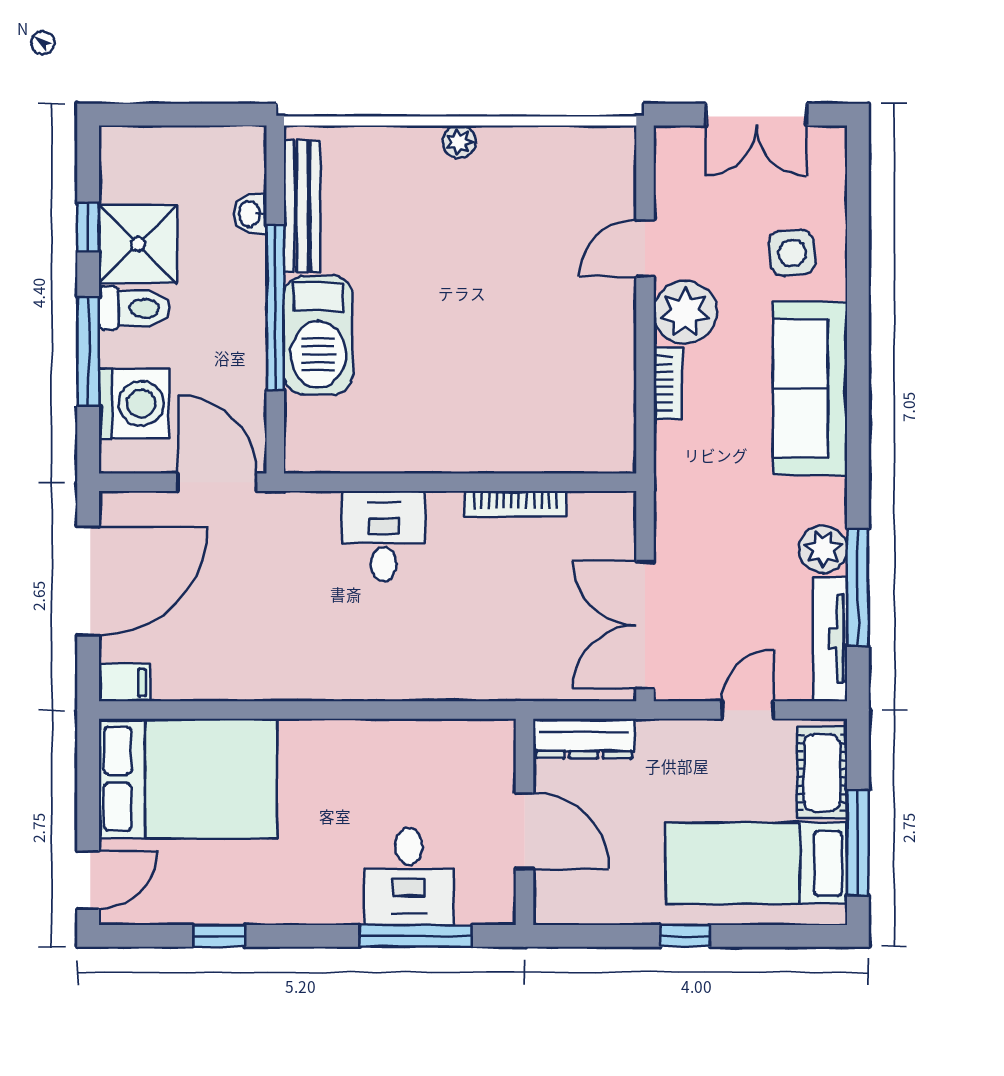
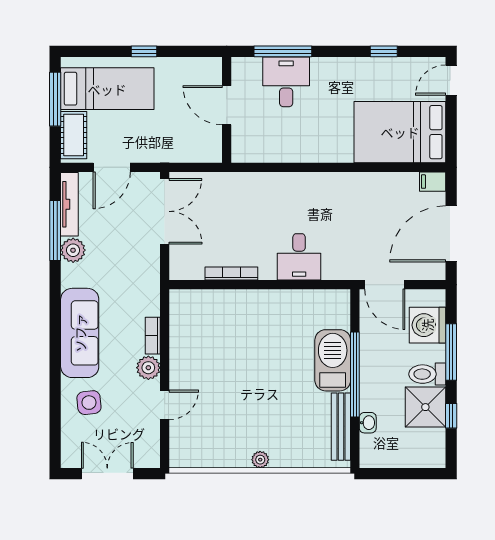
plant: (685, 312) -> (148, 368), width x0.73, depth x0.73
door: (748, 710) -> (112, 167), width x1.38
dresser: (584, 738) -> (196, 153), removed

